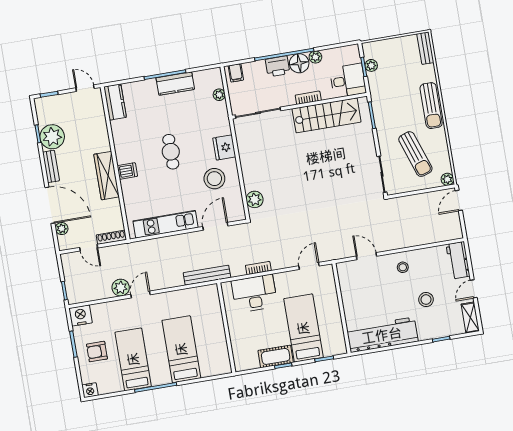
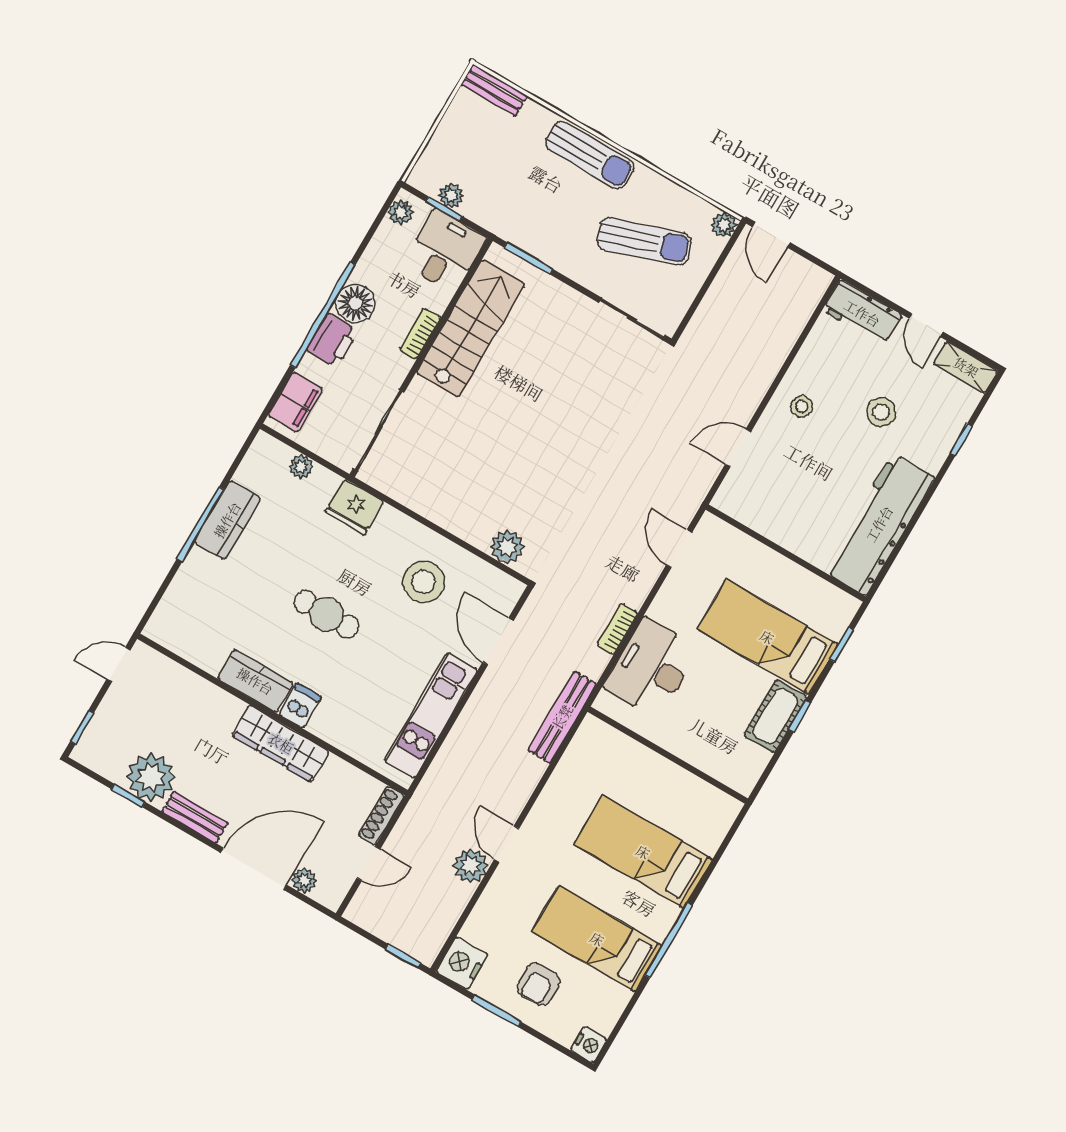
plant: (315, 57) -> (401, 212), moved
filing cabinet: (236, 73) -> (295, 402), width x2.00
kitchen counter: (115, 102) -> (255, 681), moved
fridge: (224, 147) -> (355, 507), moved

